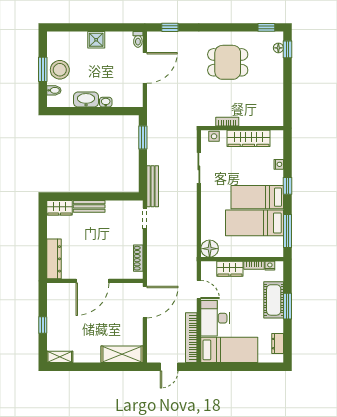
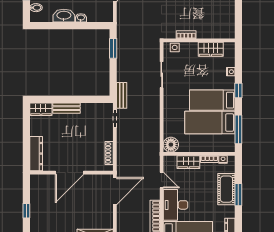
wardrobe: (248, 138) -> (211, 49), width x0.67
bench: (153, 186) -> (122, 95), width x0.73

